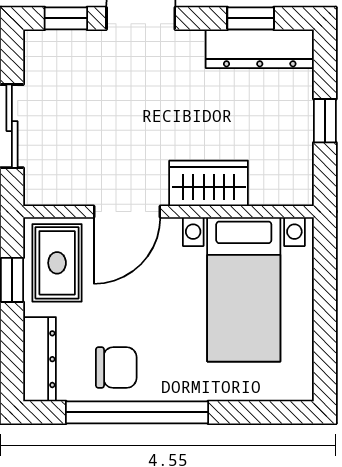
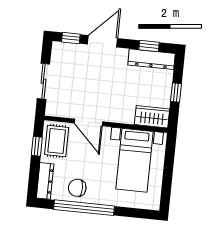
wardrobe: (209, 183) -> (152, 117), moved
door: (127, 212) -> (88, 122), hinge flipped
chair: (116, 368) -> (77, 188), turned 180

